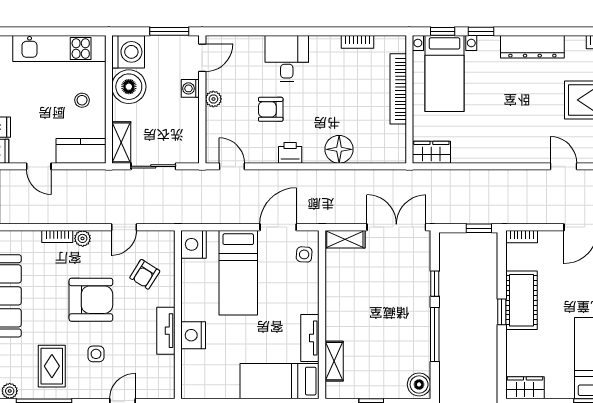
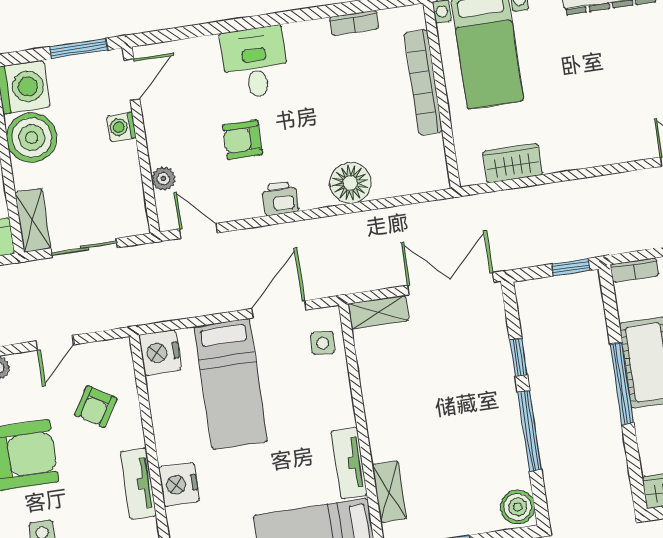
plant: (213, 99) -> (163, 179), moved
wardrobe: (431, 152) -> (513, 163), moved
window: (502, 312) -> (622, 384), width x2.17

